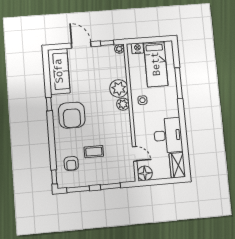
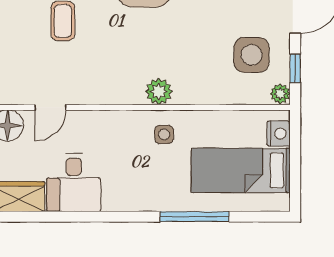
side table: (103, 63) -> (251, 55), added
plant: (119, 88) -> (194, 85), removed
desk: (168, 135) -> (74, 183), width x0.73

